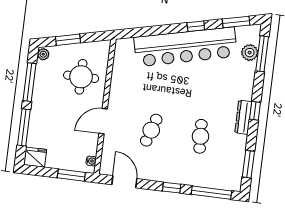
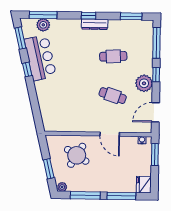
bar counter: (185, 47) -> (40, 58), width x0.54
round table: (81, 77) -> (77, 155), turned 32
plant: (162, 171) -> (144, 83), added

